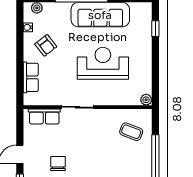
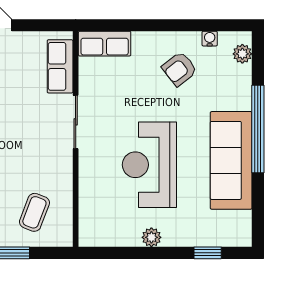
reception desk: (103, 63) -> (149, 165), turned 180
row of seats: (31, 77) -> (105, 44), moved
plant: (146, 100) -> (151, 237), moved

